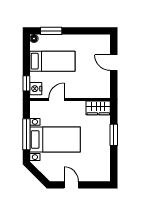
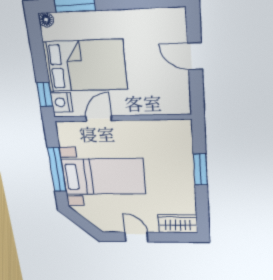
bed: (52, 61) -> (85, 66), width x1.50
wardrobe: (98, 108) -> (178, 224), moved, turned 180

